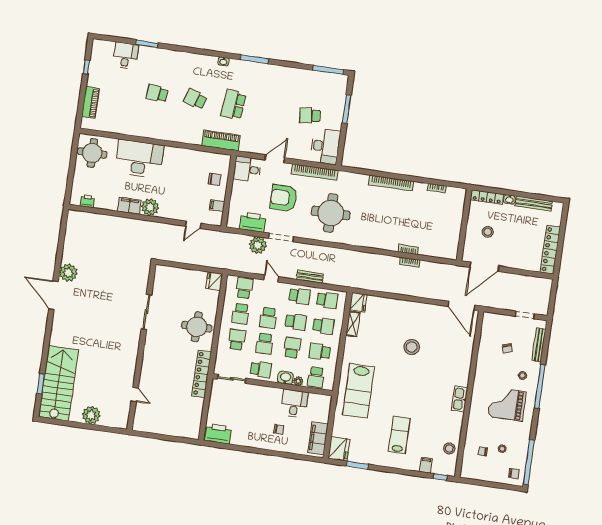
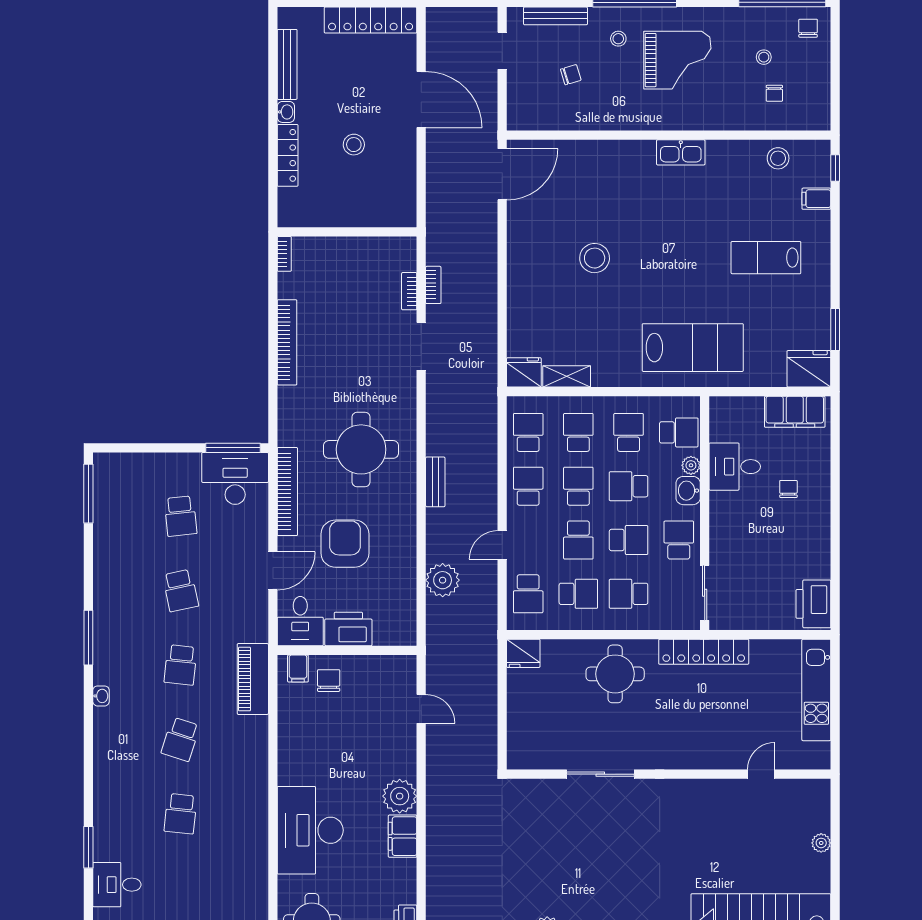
school desk: (234, 105) -> (181, 665), width x0.54
window: (347, 109) -> (233, 448), moved
school desk: (272, 110) -> (181, 590), added
door: (275, 159) -> (273, 571), swing flipped
armchair: (284, 198) -> (345, 544), turned 180
filing cabinet: (217, 206) -> (298, 668), moved
printer: (253, 222) -> (348, 629), moved, turned 90
wall: (464, 225) -> (347, 232), moved
doorway: (281, 237) -> (421, 346), moved
door: (484, 267) -> (421, 100), moved
bench: (310, 277) -> (435, 482), moved
school desk: (244, 288) -> (528, 594), turned -90
school desk: (268, 318) -> (578, 540), turned 90
school desk: (320, 352) -> (629, 432), turned 180
grand piano: (507, 404) -> (677, 60), turned -90
plant: (91, 415) -> (821, 843), width x0.53, depth x0.53
kitchen unit: (174, 429) -> (816, 690), added

